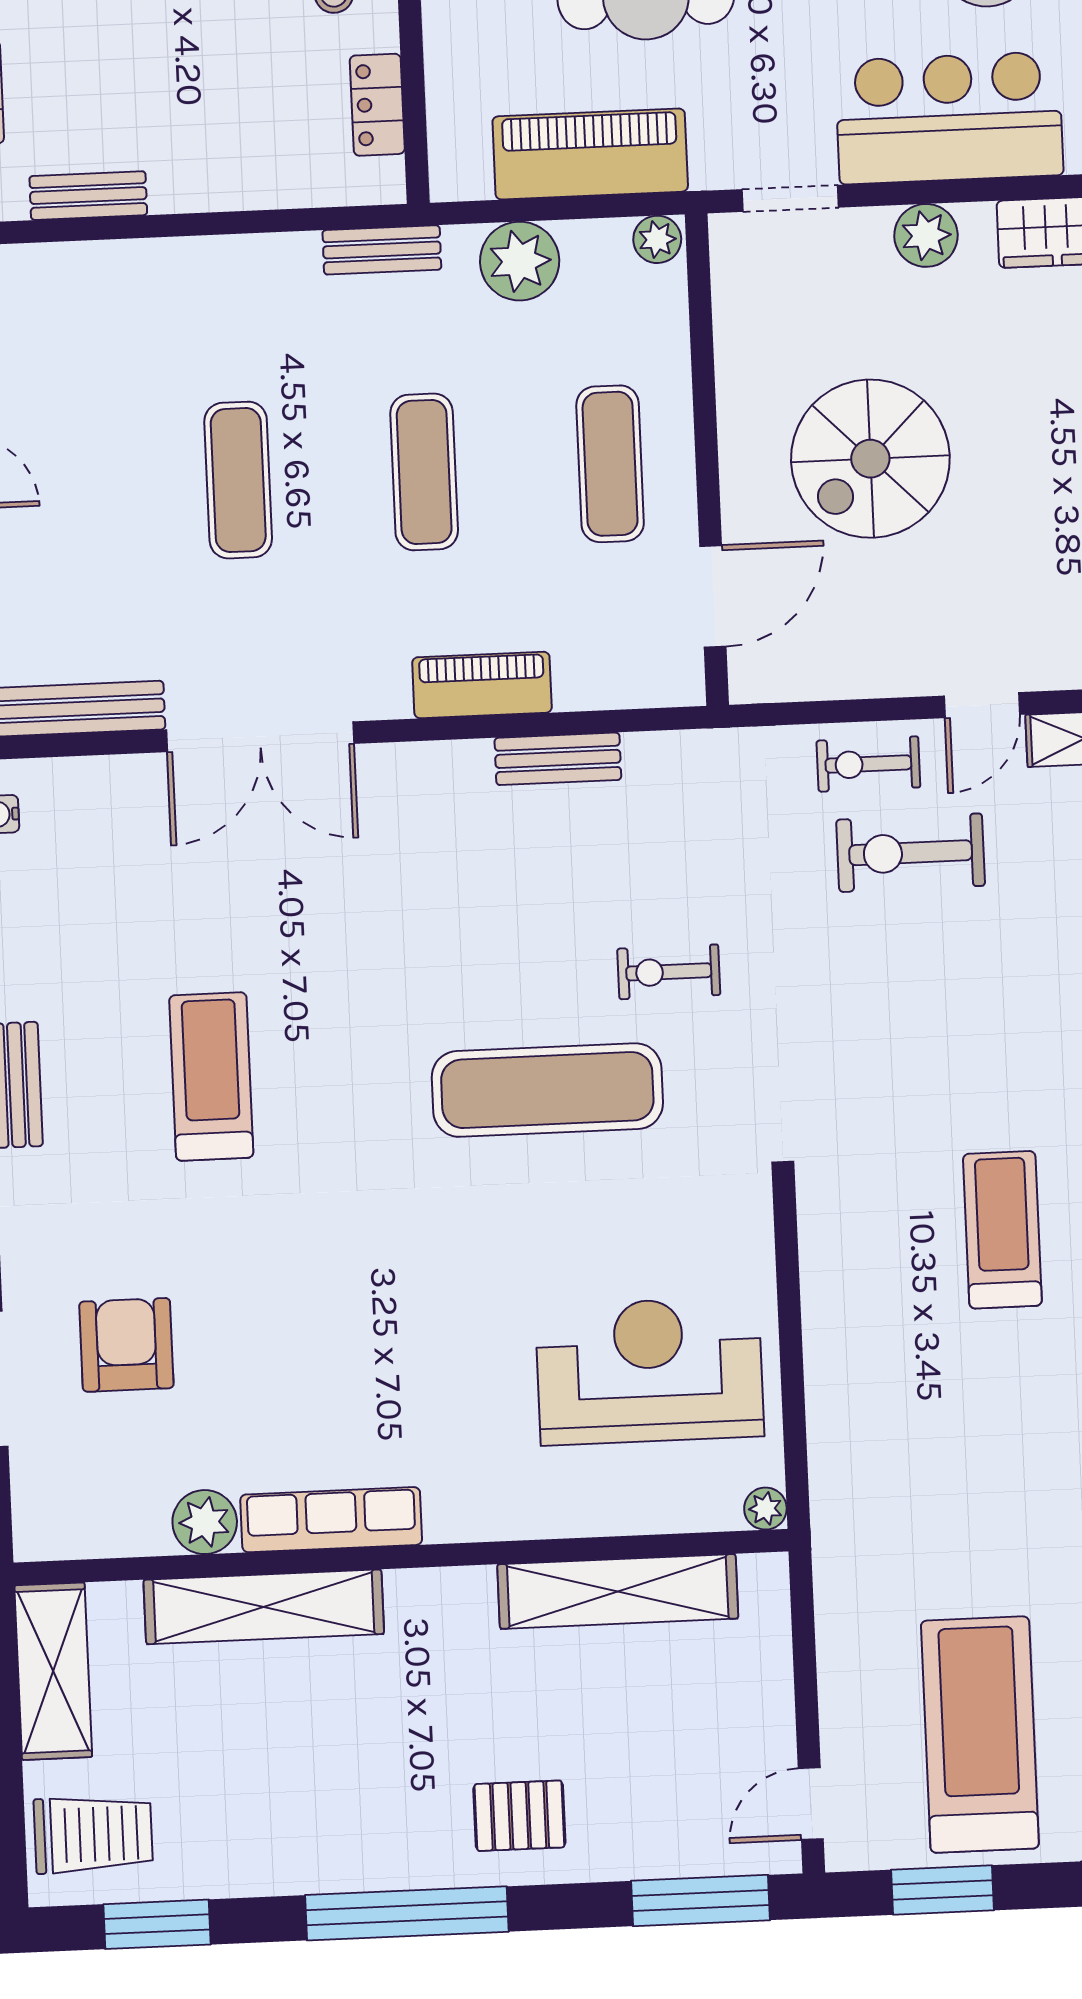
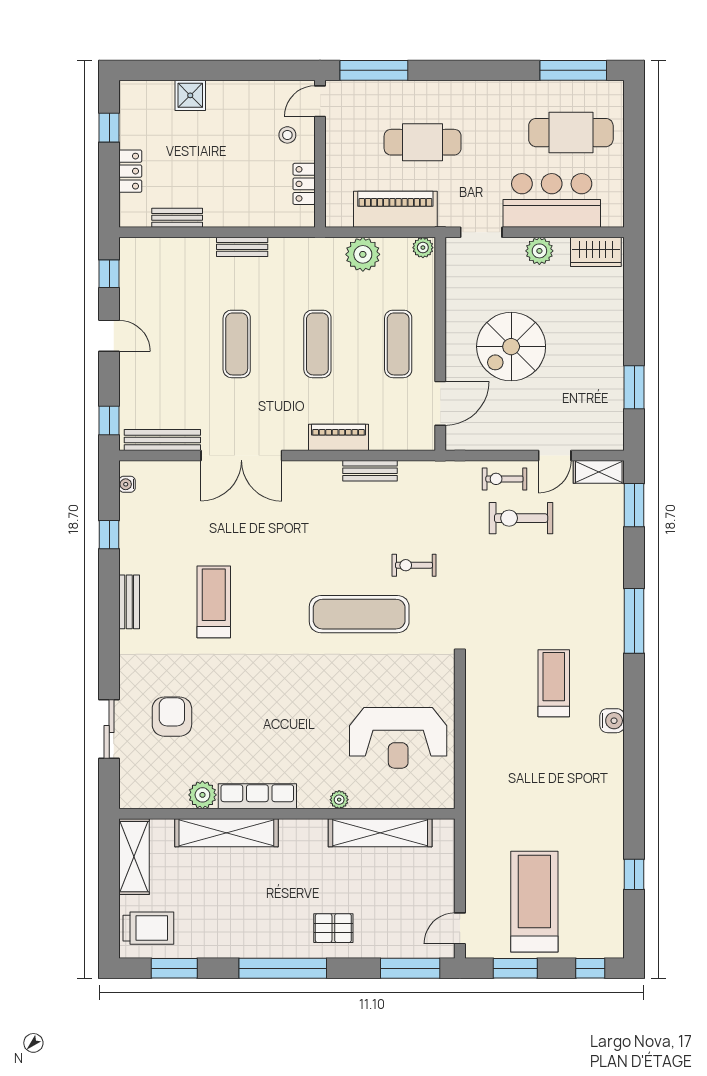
bench: (382, 250) -> (242, 247), moved
reception desk: (650, 1371) -> (398, 738), turned 180
plant: (765, 1509) -> (339, 800), moved

